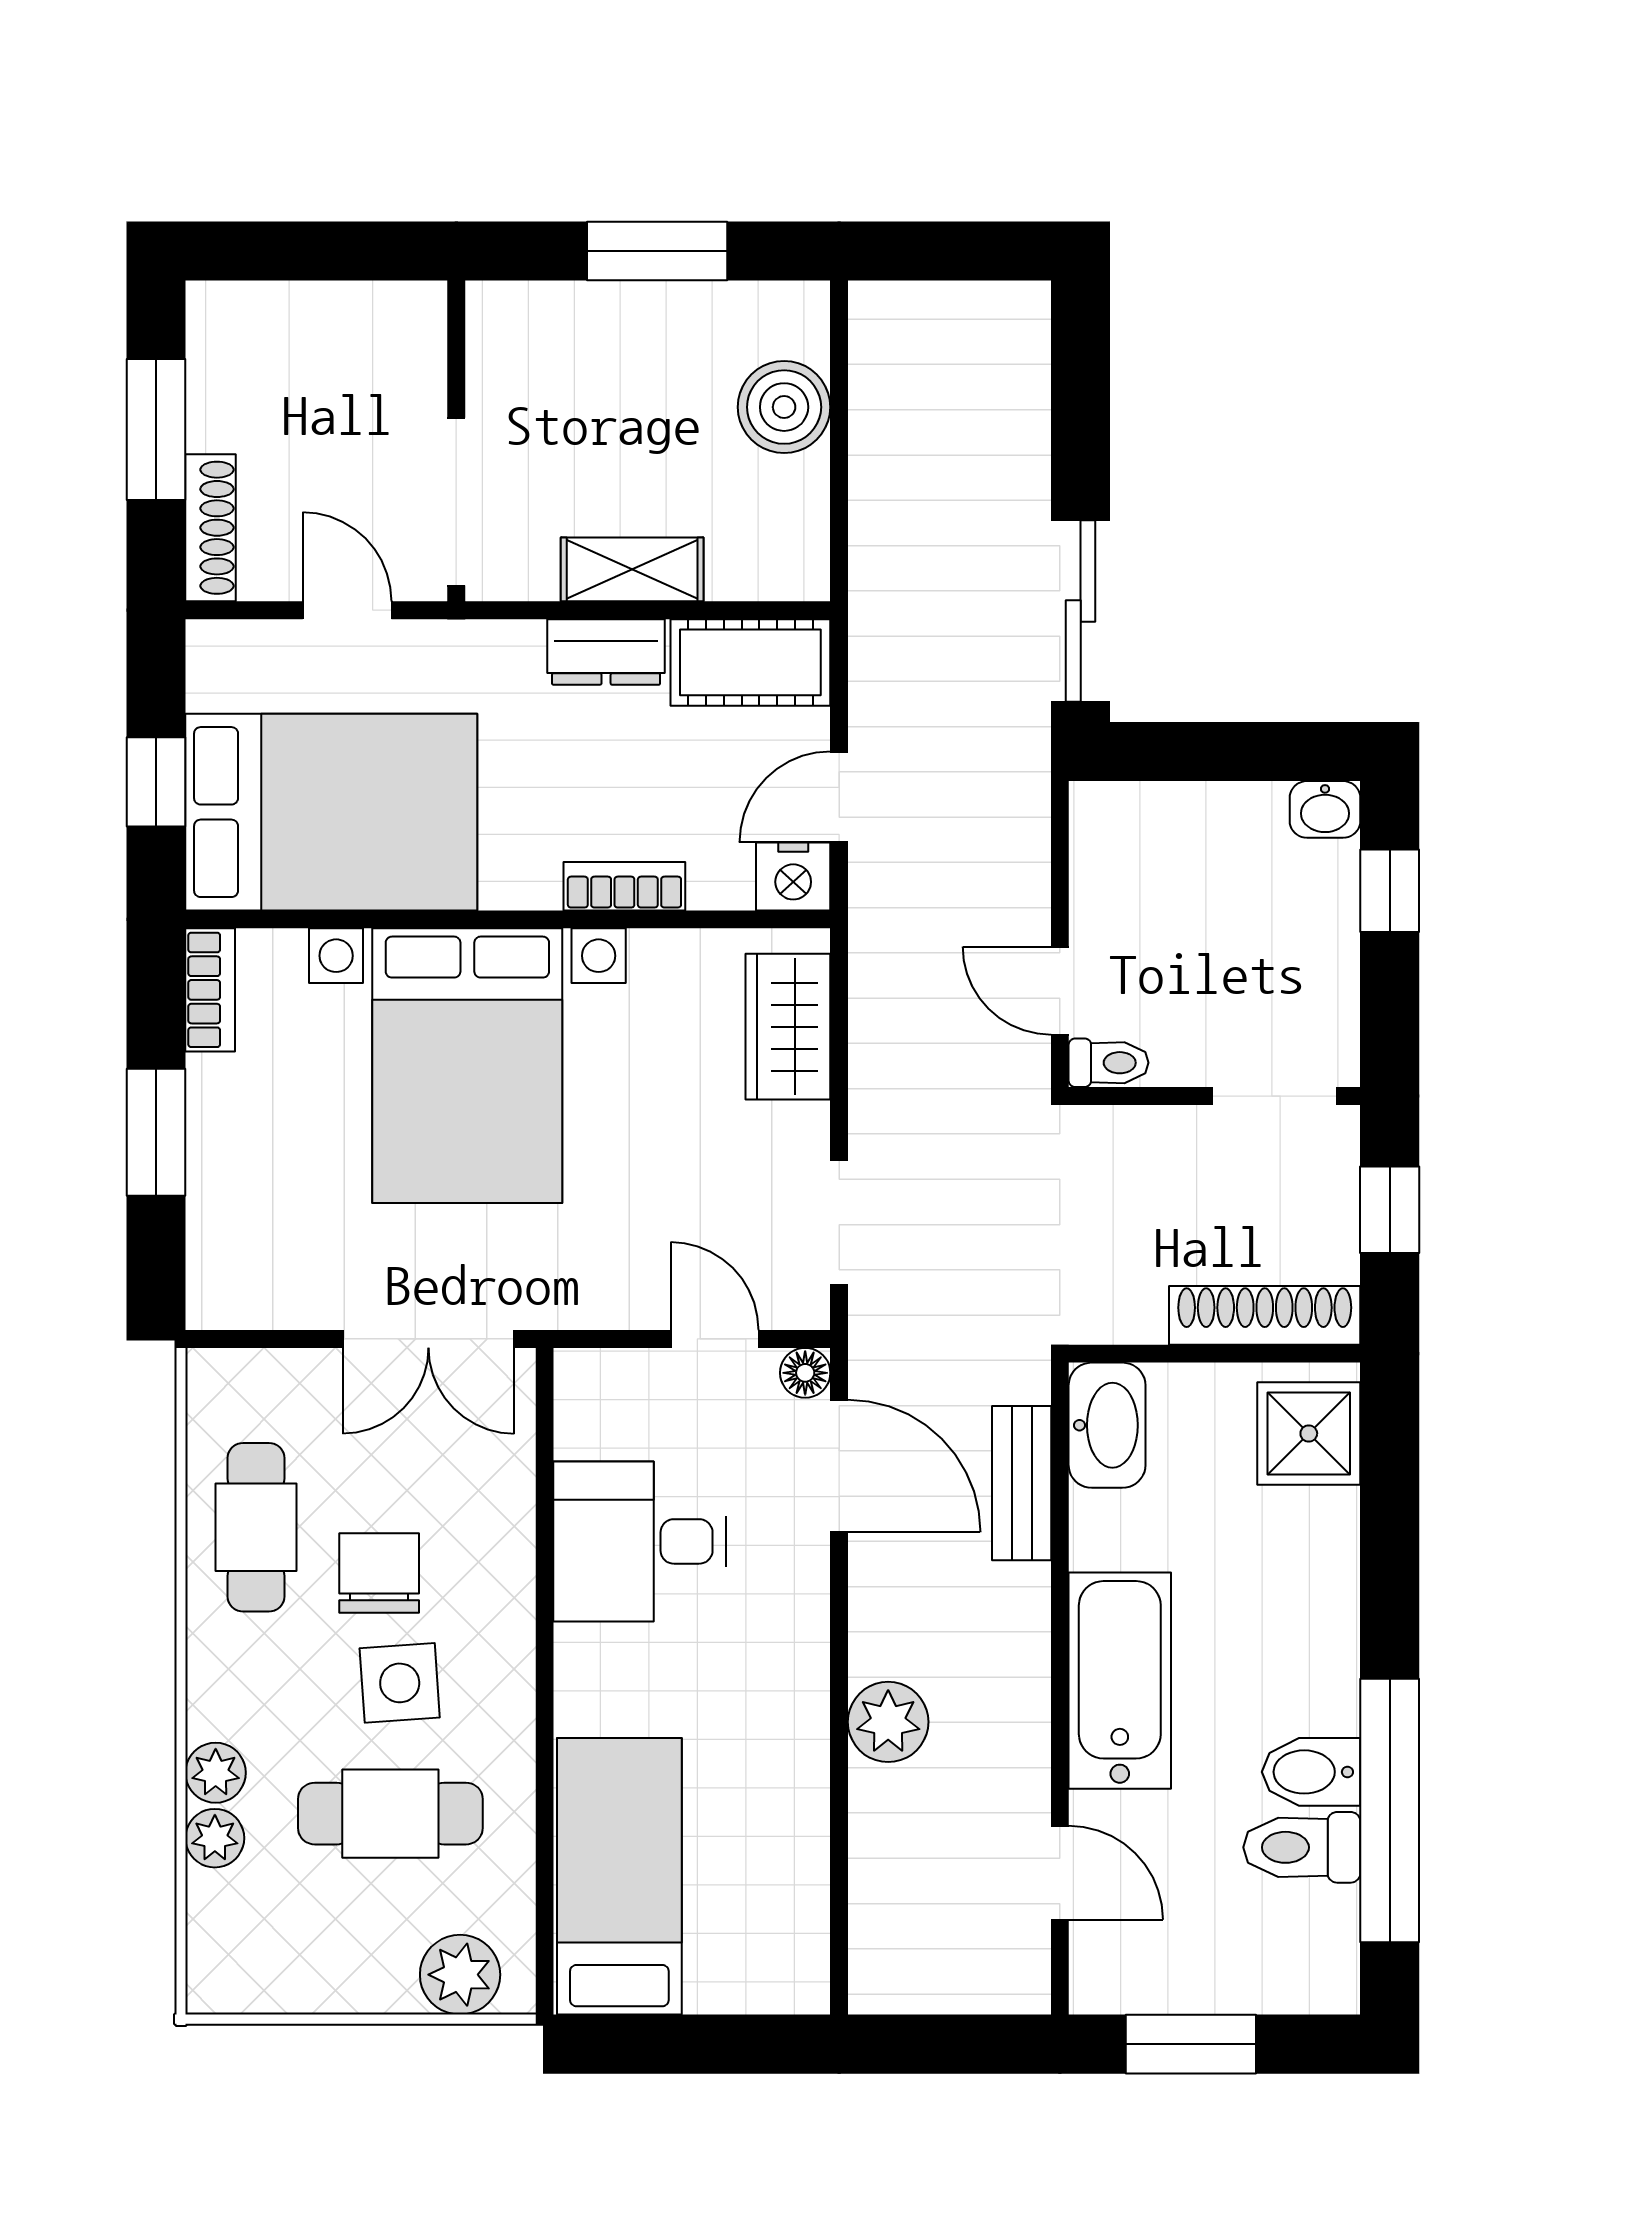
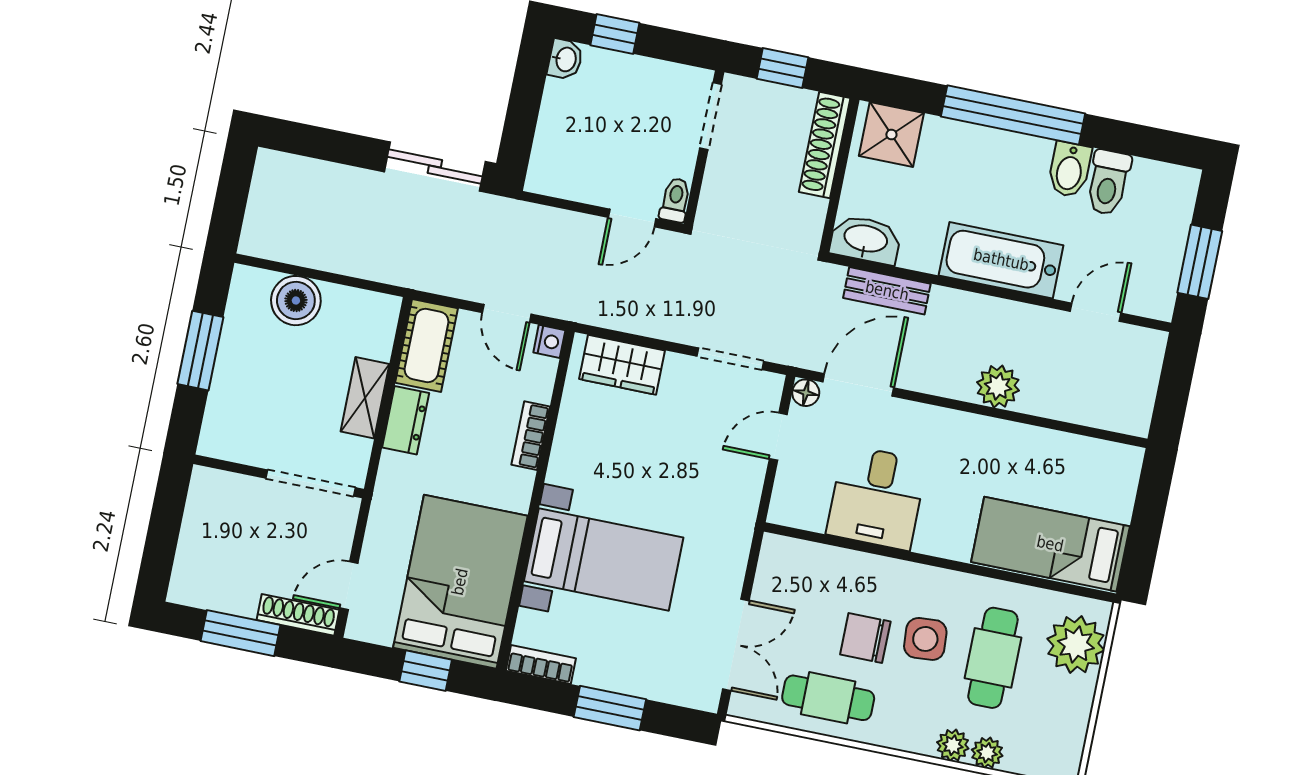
door: (347, 610) -> (349, 586), moved
nightstand: (793, 876) -> (549, 341), width x0.72, depth x0.74
bed with nightstands: (467, 1066) -> (604, 559), width x0.73
double door: (428, 1339) -> (736, 645), moved
window: (1390, 1811) -> (1013, 115), moved
plant: (460, 1975) -> (1076, 645), width x1.36, depth x1.36

